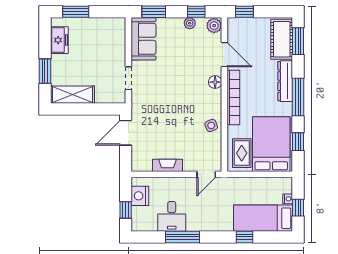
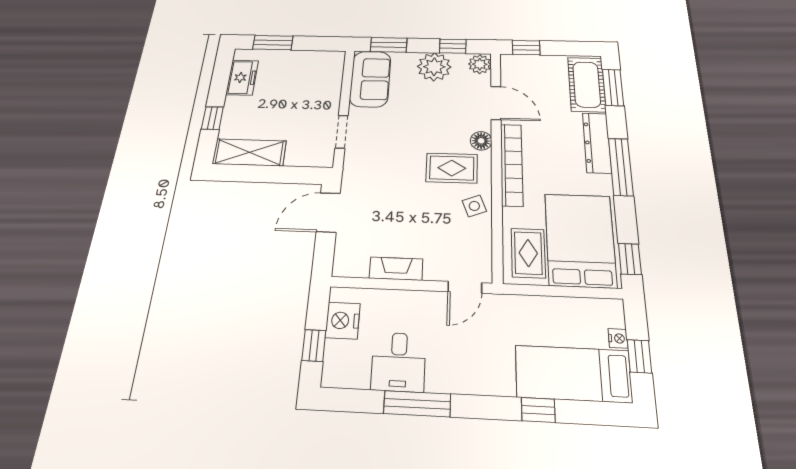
plant: (190, 23) -> (434, 67), width x1.87, depth x1.87
window: (45, 71) -> (212, 118), width x0.67
rug: (197, 101) -> (452, 168), added
window: (298, 142) -> (630, 259), moved

